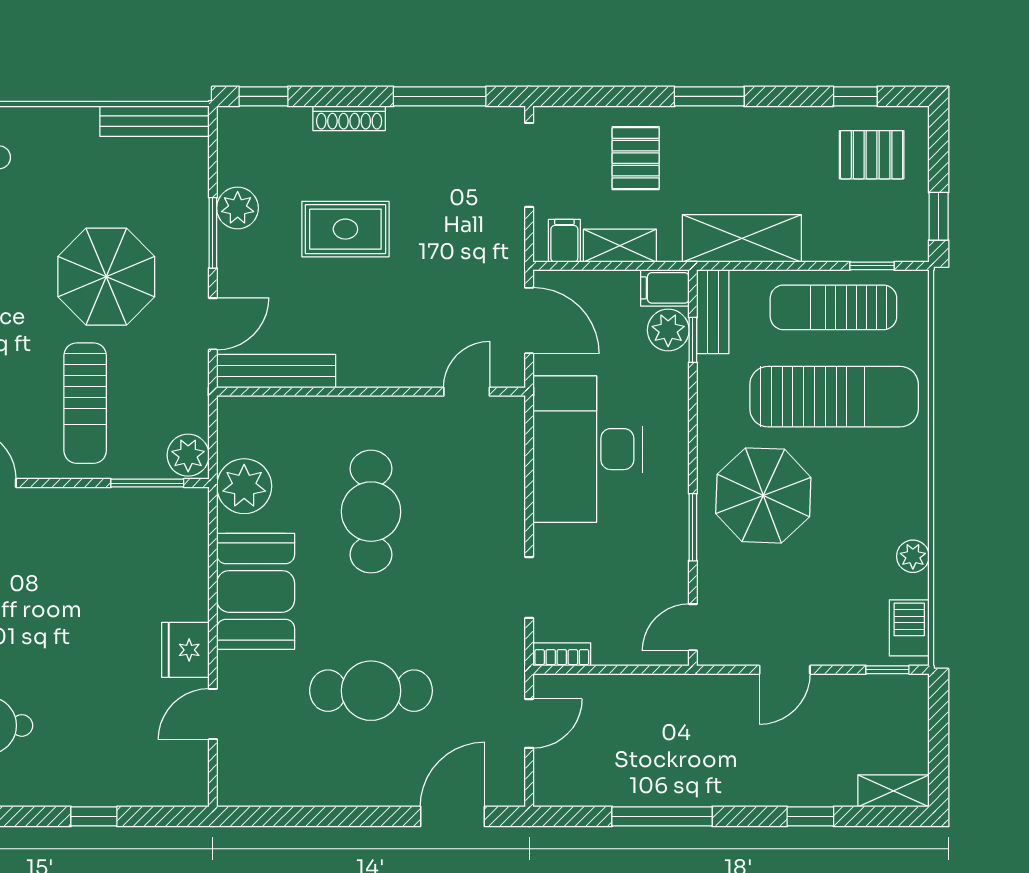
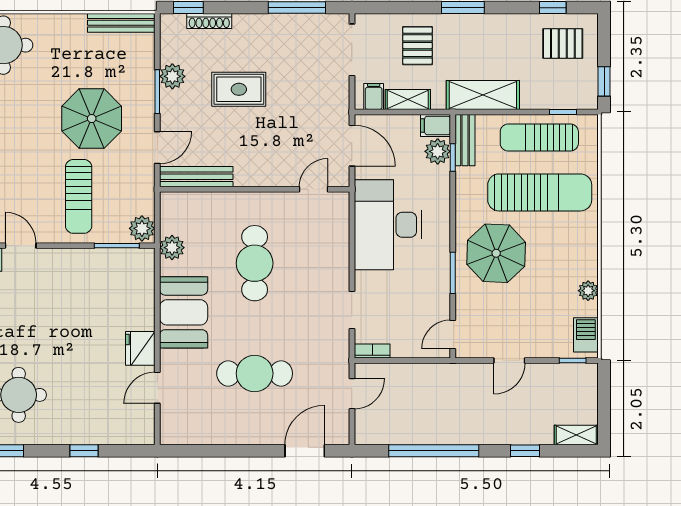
shoe rack: (349, 118) -> (209, 21), moved
plant: (244, 486) -> (172, 248), width x0.73, depth x0.73
window: (662, 816) -> (434, 451), width x1.46

